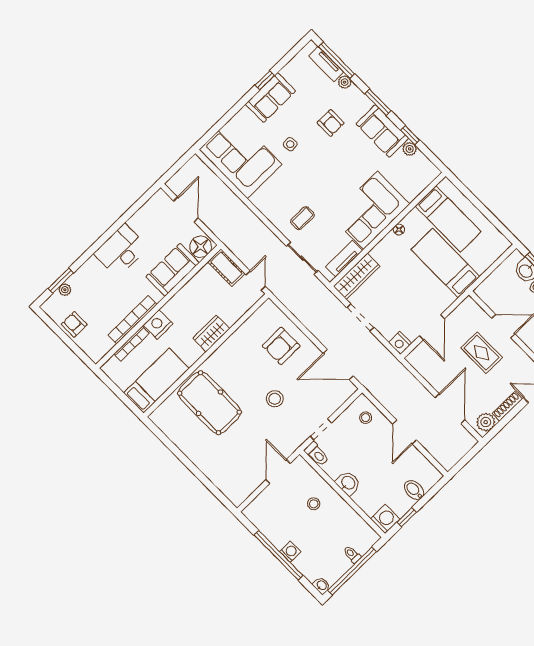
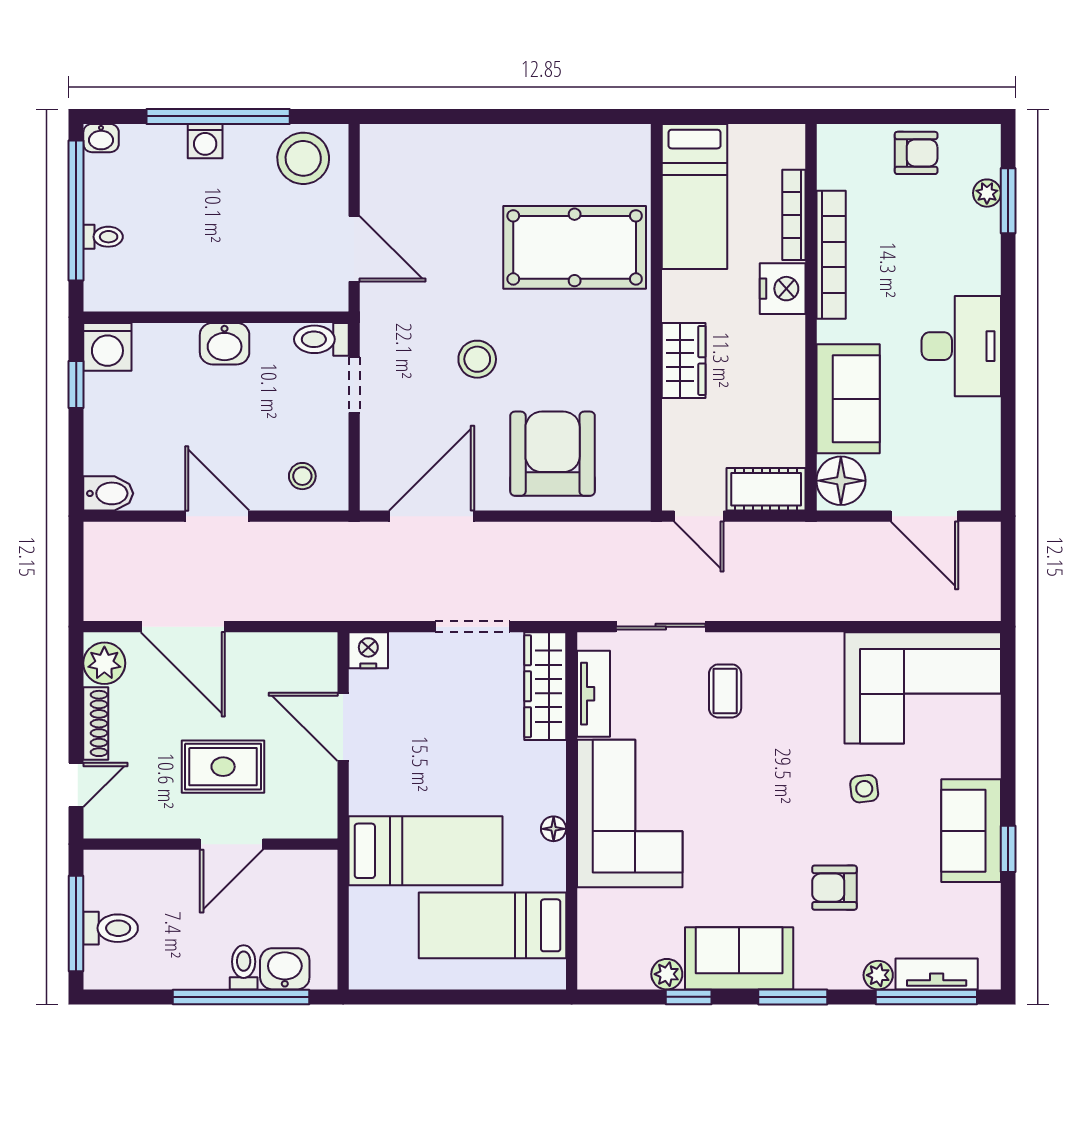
armchair: (281, 346) -> (553, 454), width x1.36, depth x1.36
bidet: (414, 490) -> (108, 493), moved
stool: (314, 504) -> (303, 158), moved, width x1.89, depth x1.89

